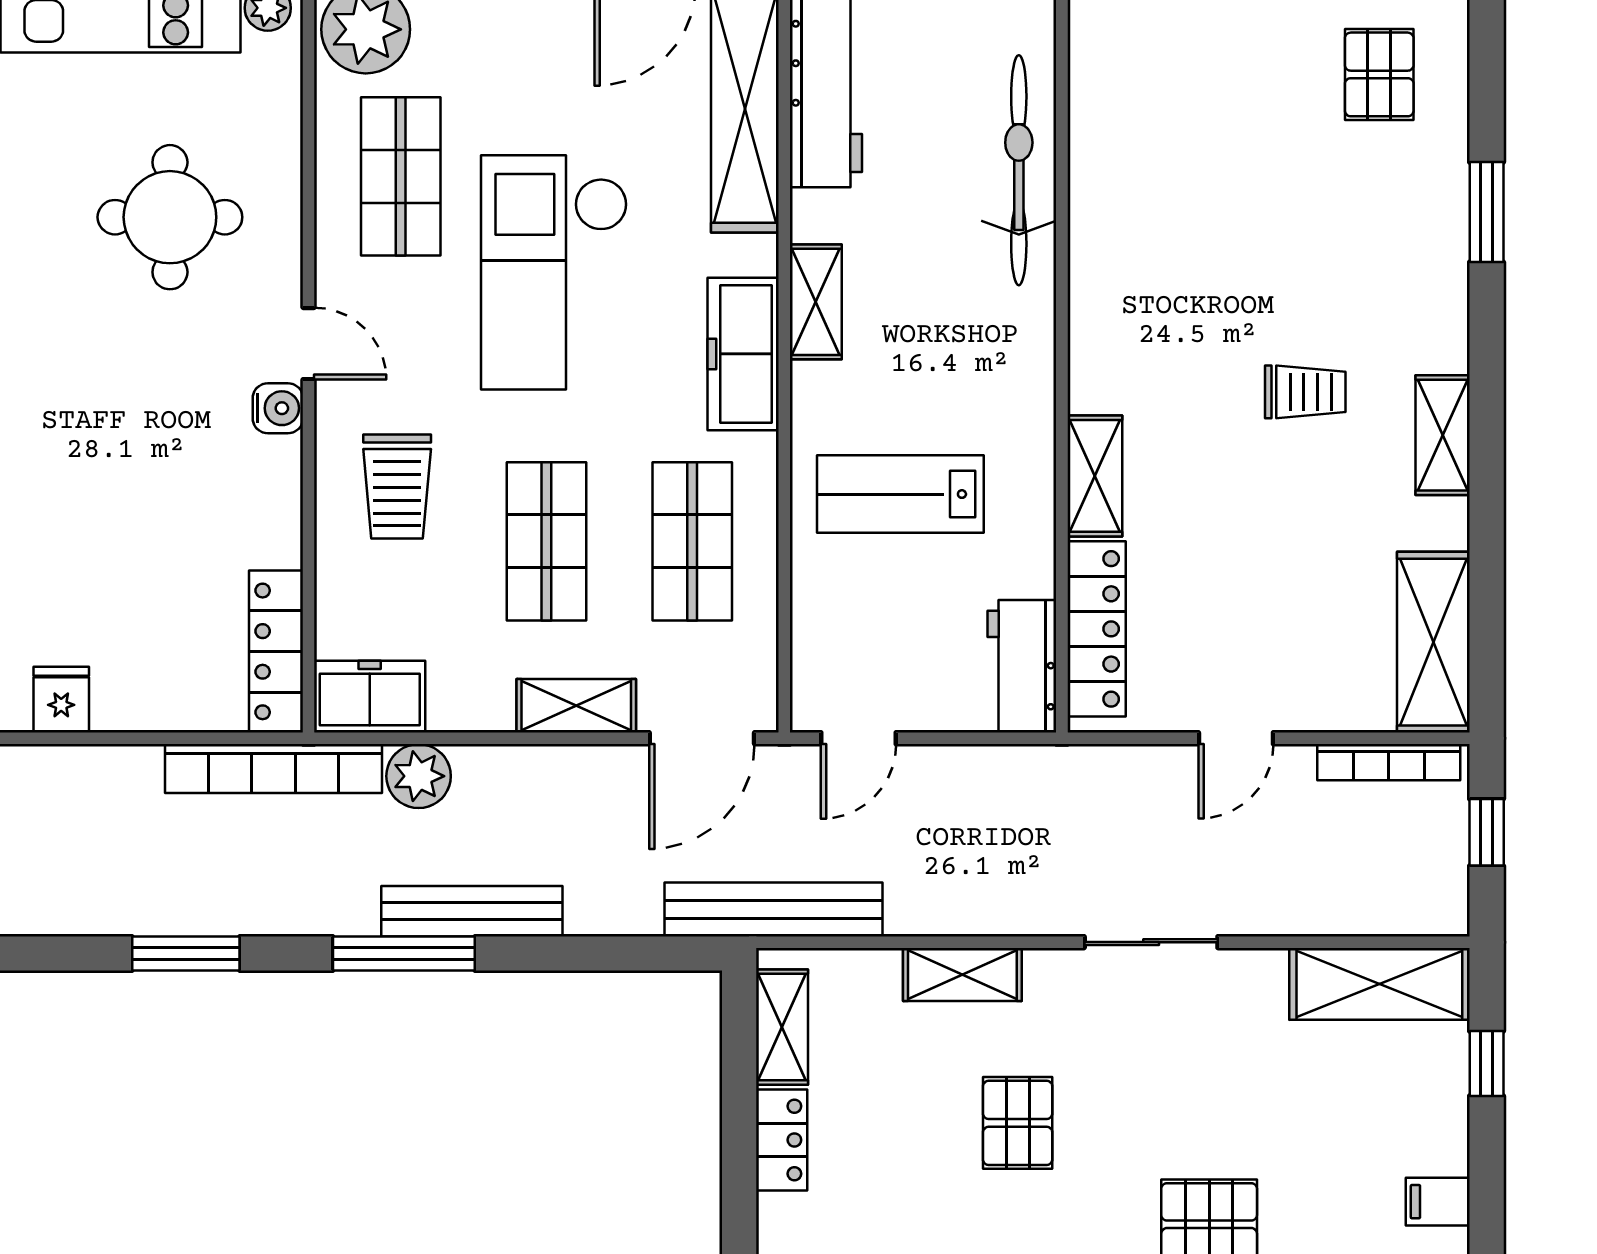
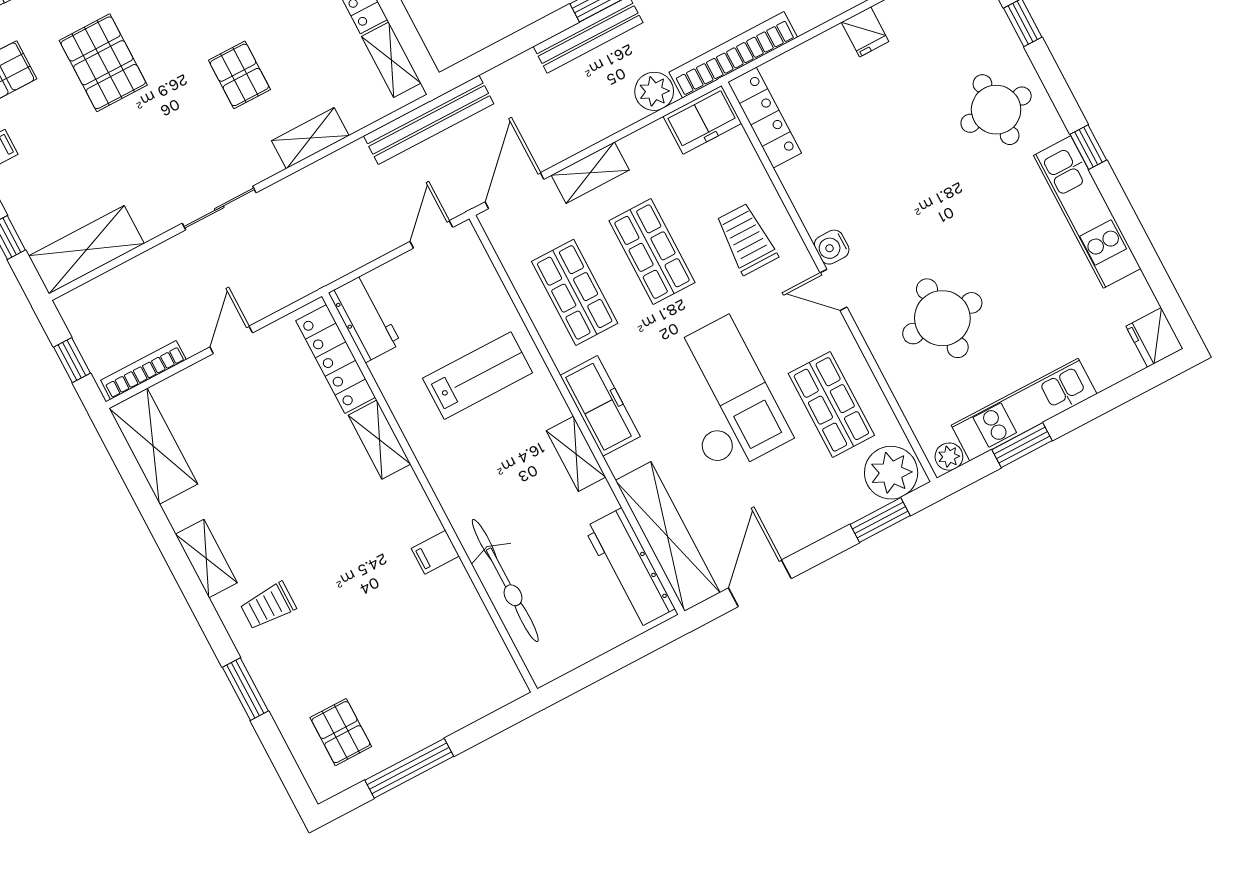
filing cabinet: (1100, 266) -> (435, 552), added
trolley: (1305, 392) -> (268, 606), moved

